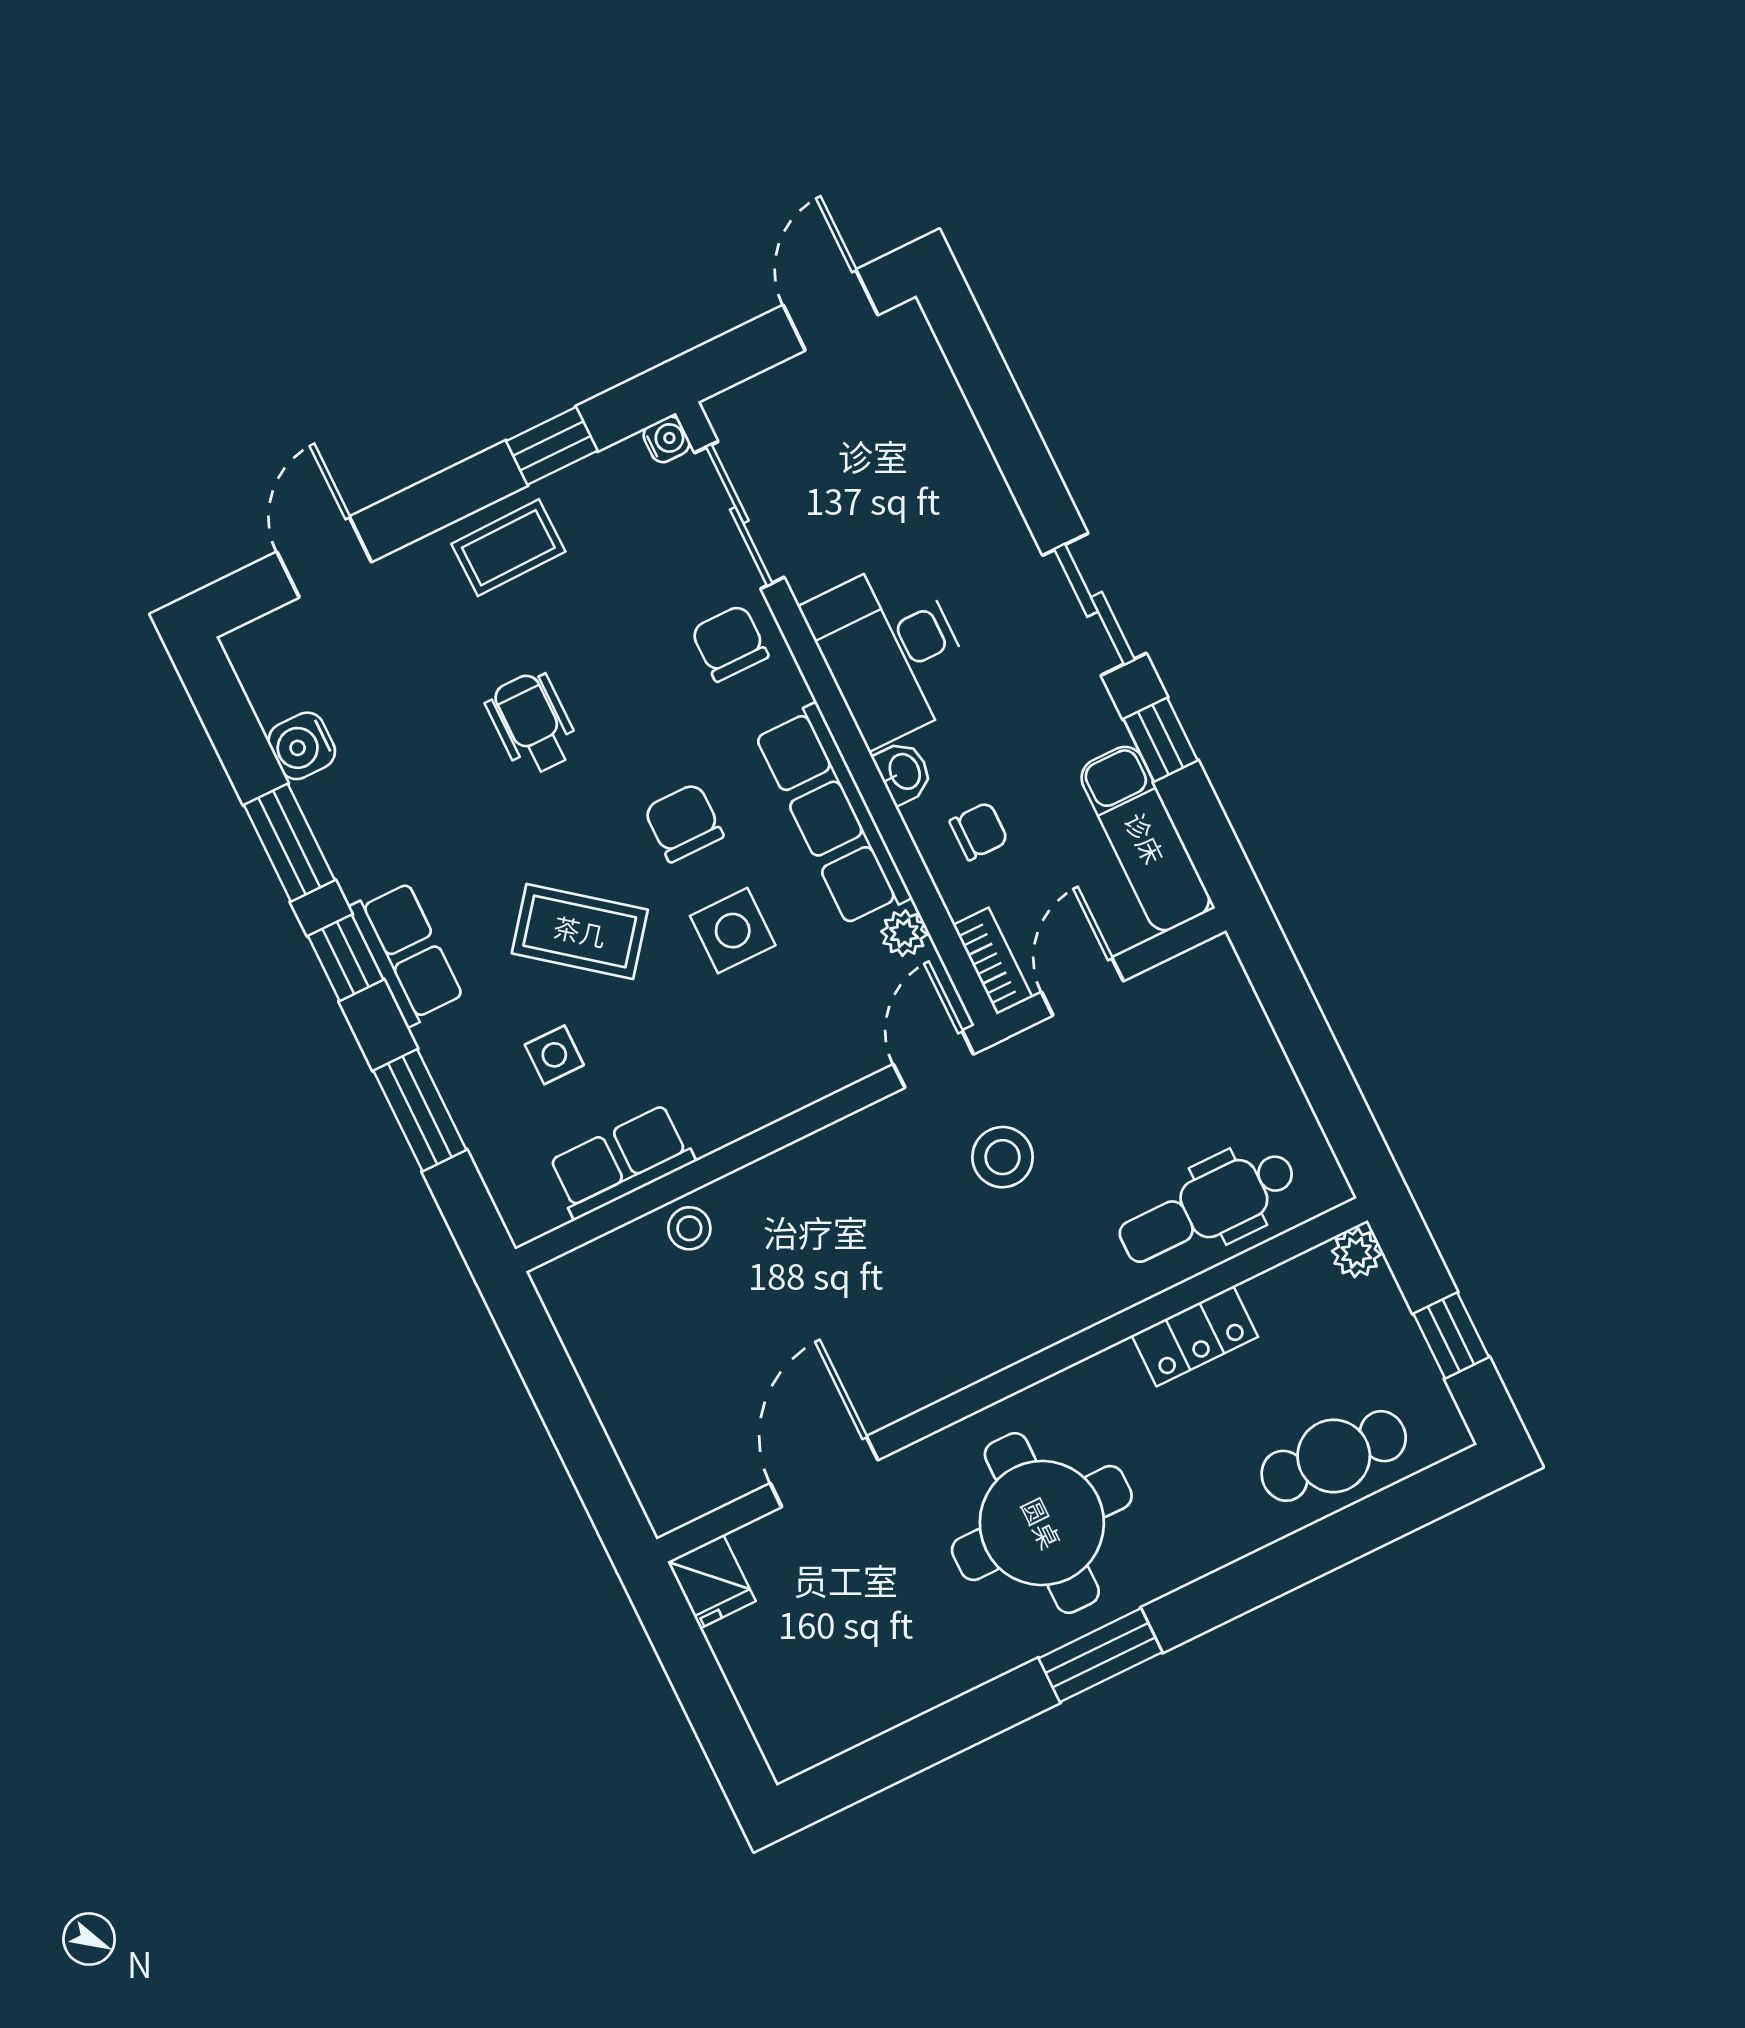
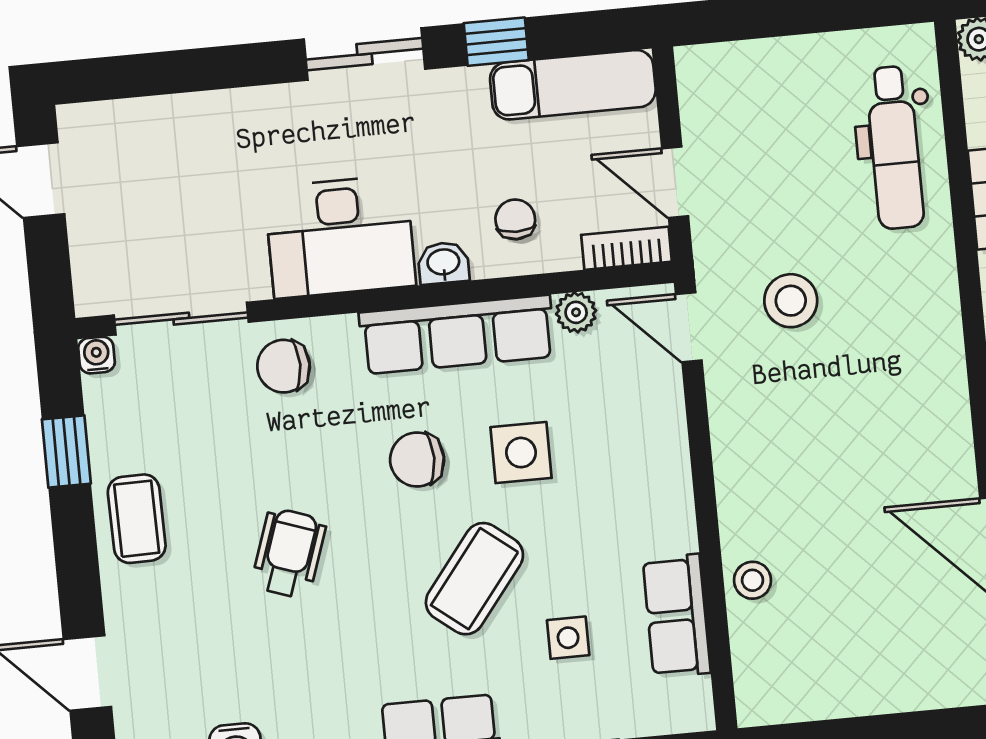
wheelchair: (532, 724) -> (289, 553), turned 109

